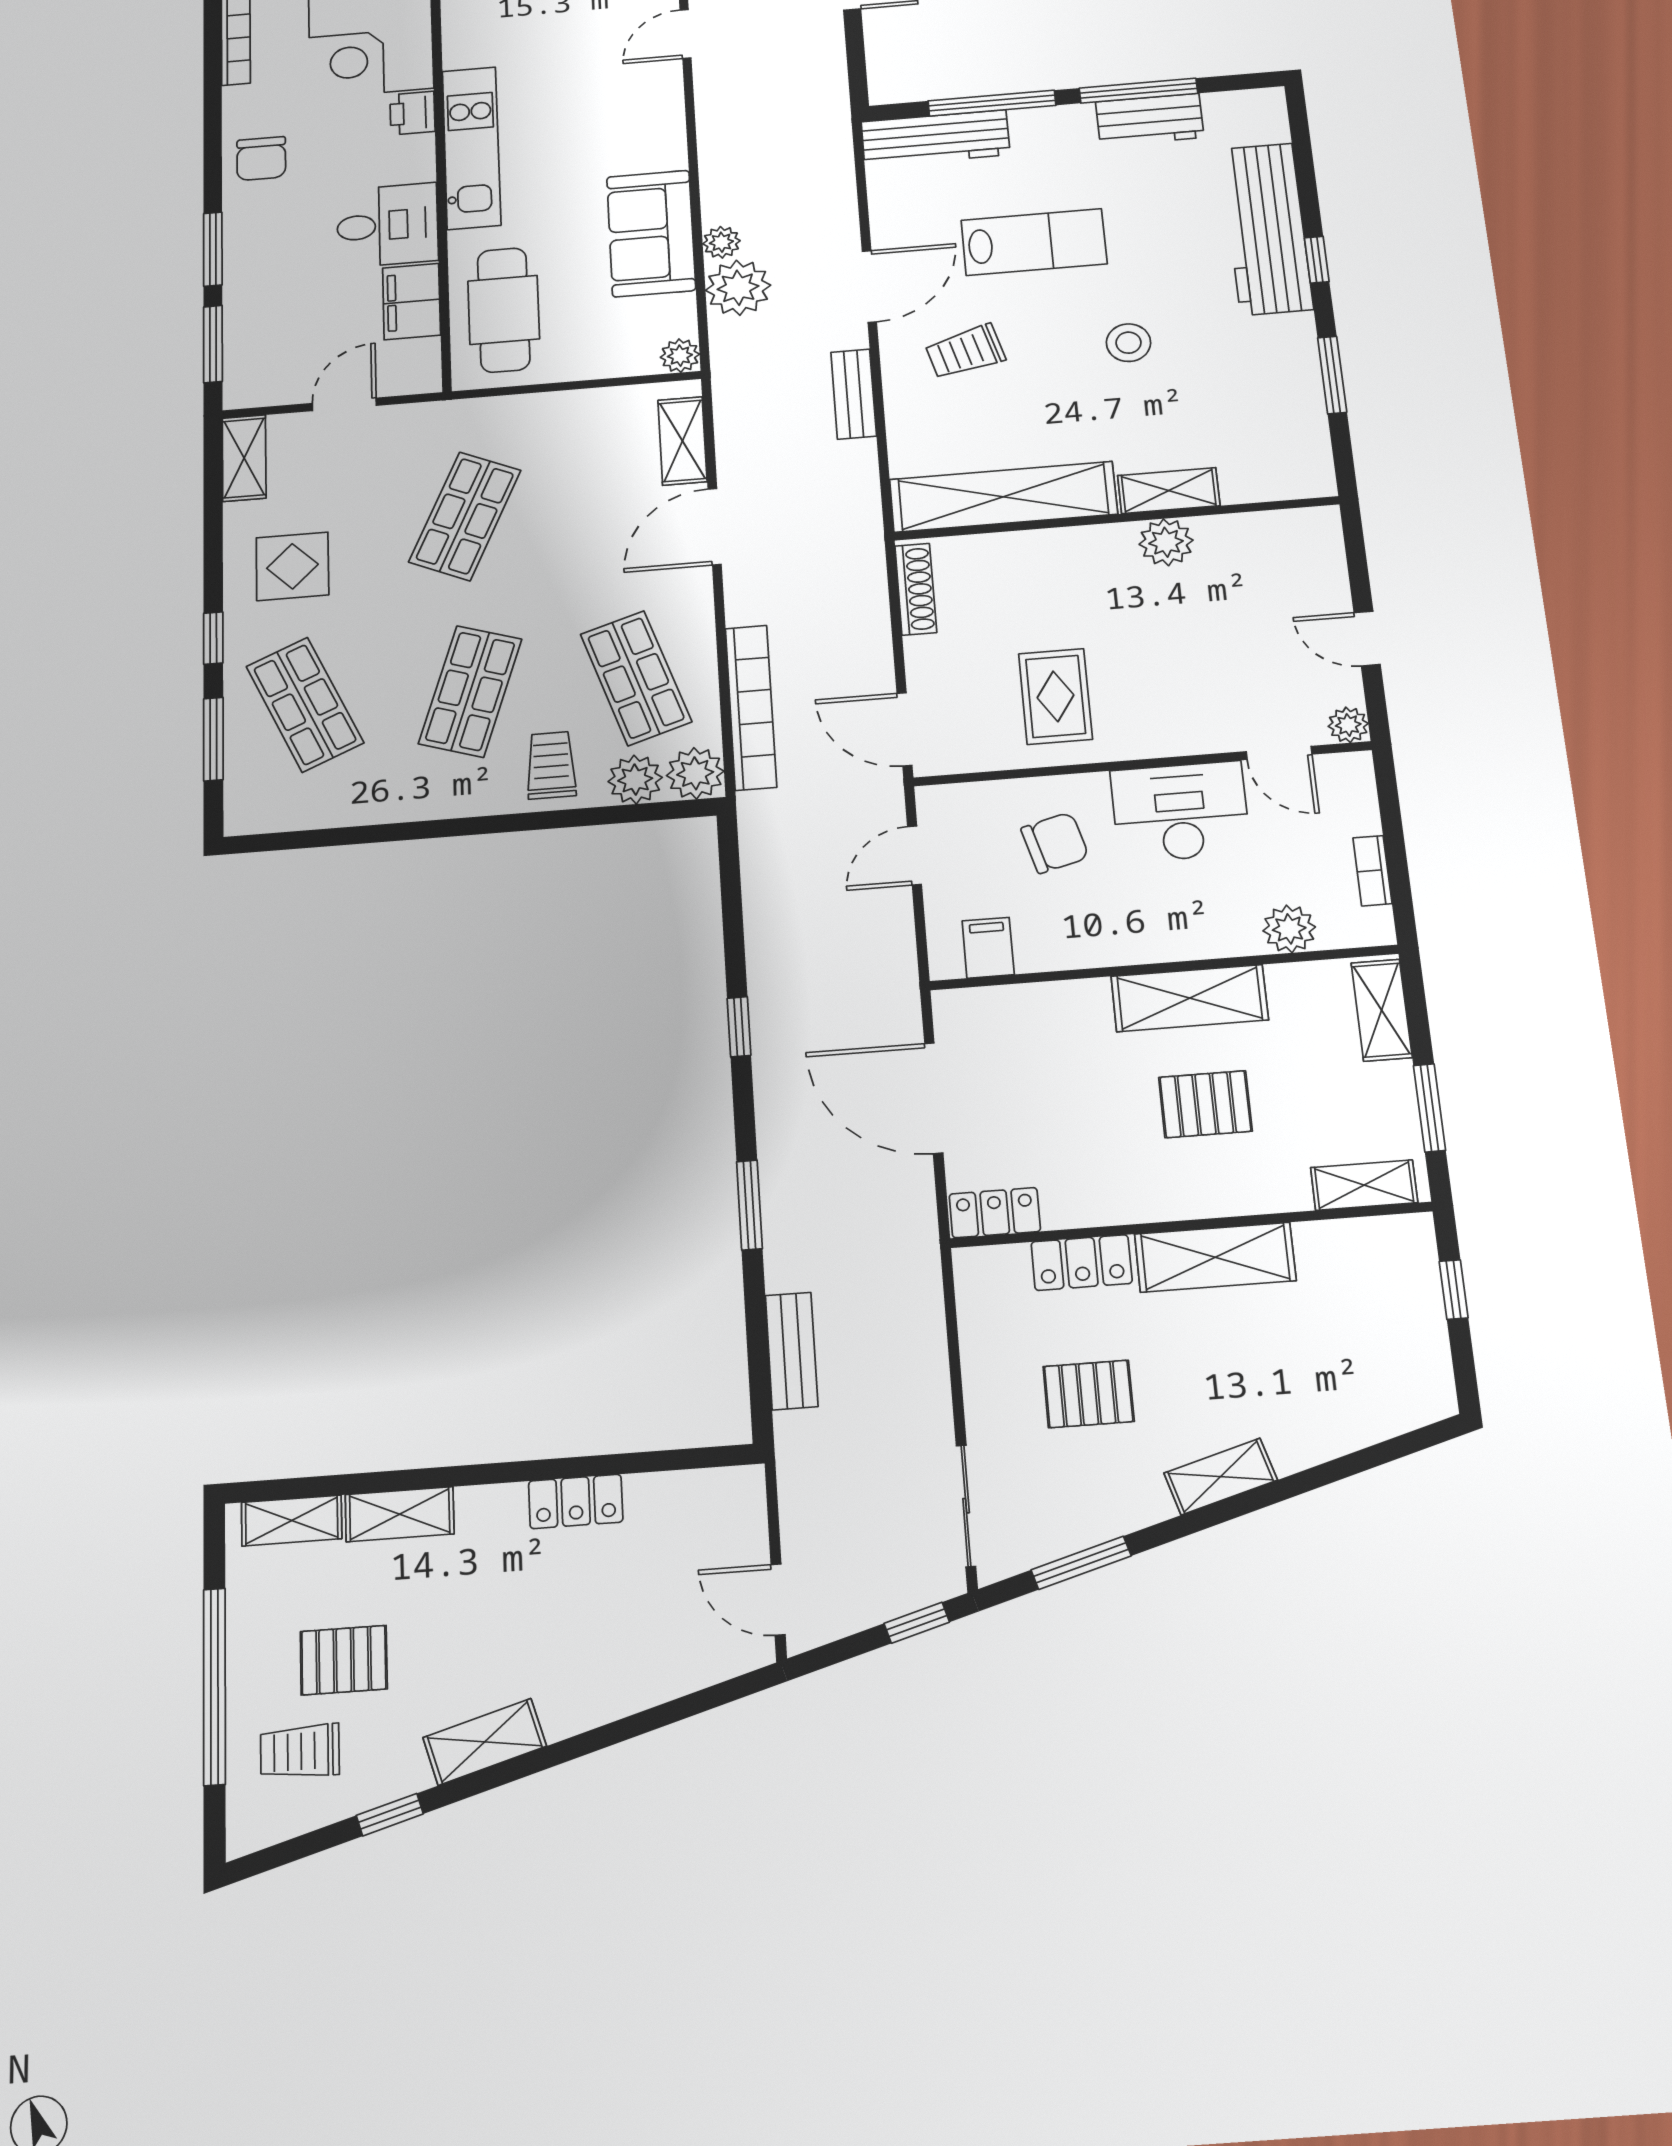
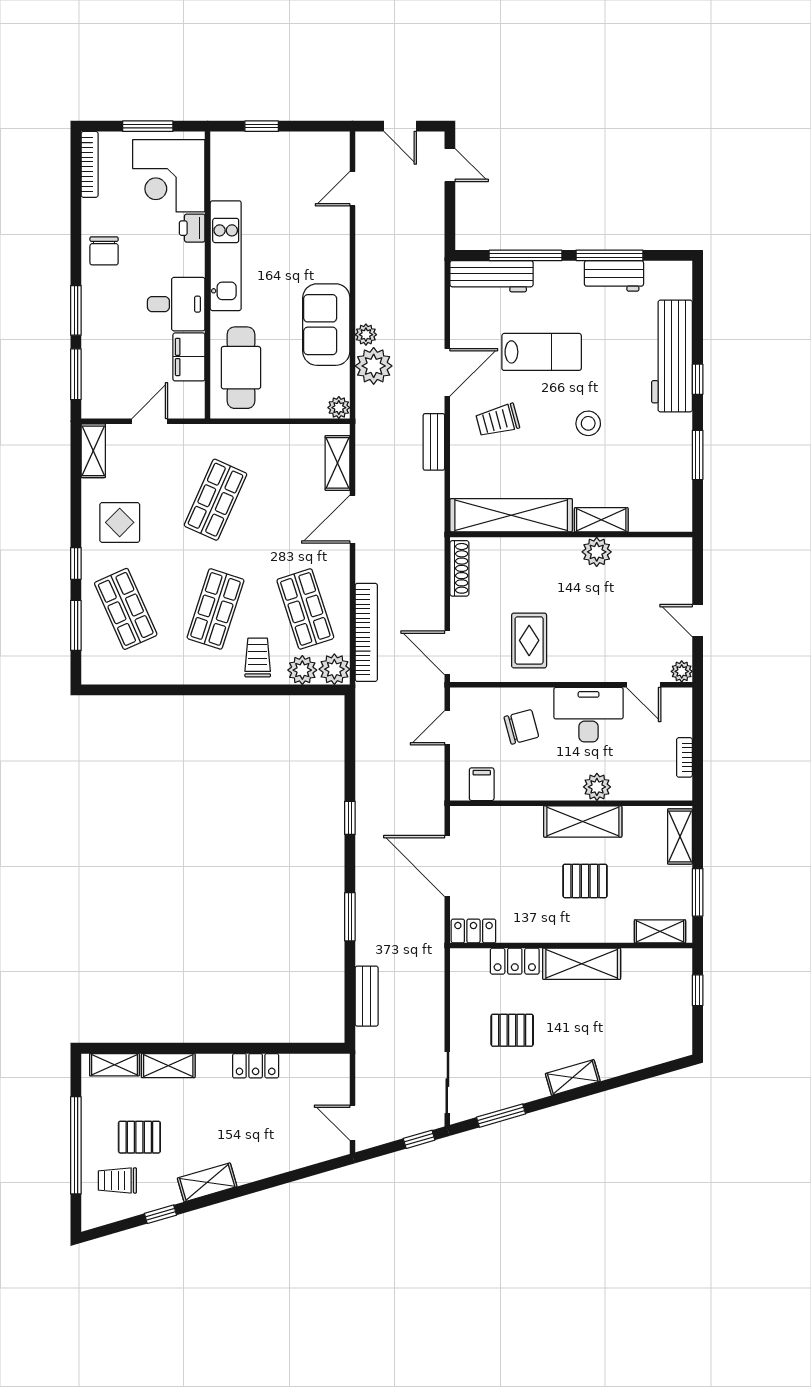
plant: (1289, 929) -> (597, 787), moved

